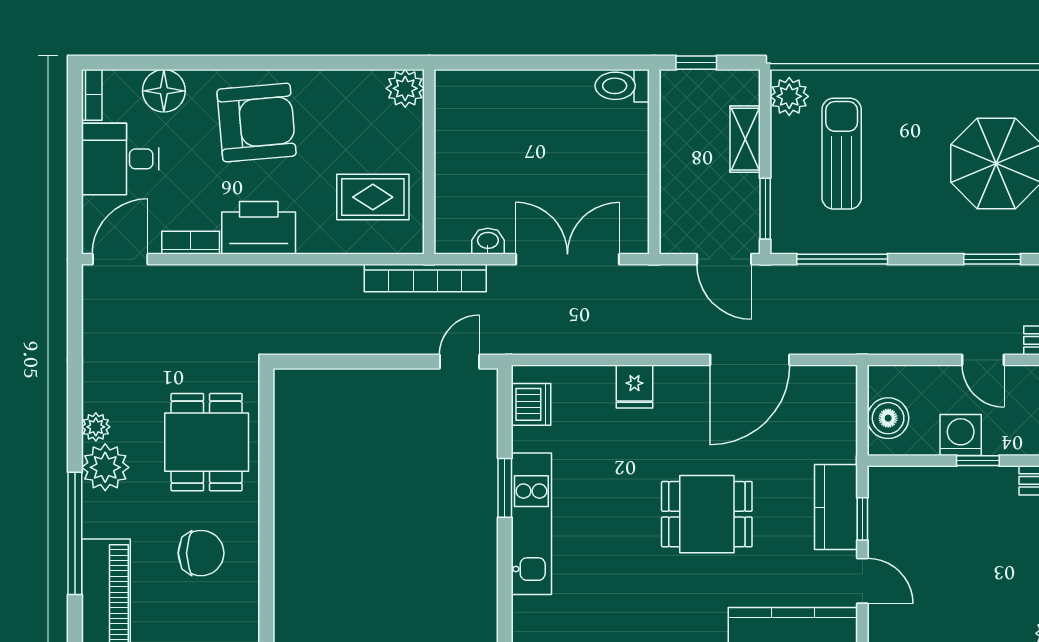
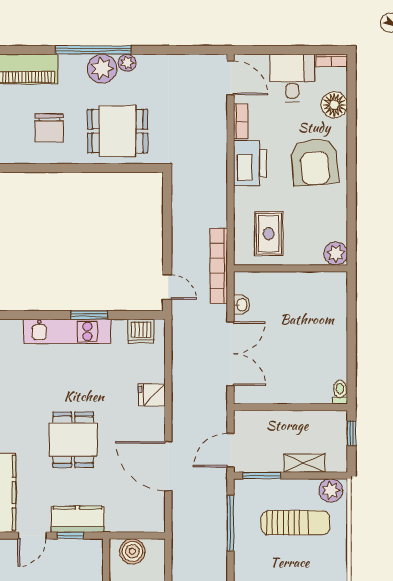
toilet: (622, 86) -> (340, 392), width x0.73, depth x0.72
window: (75, 533) -> (93, 50), moved

